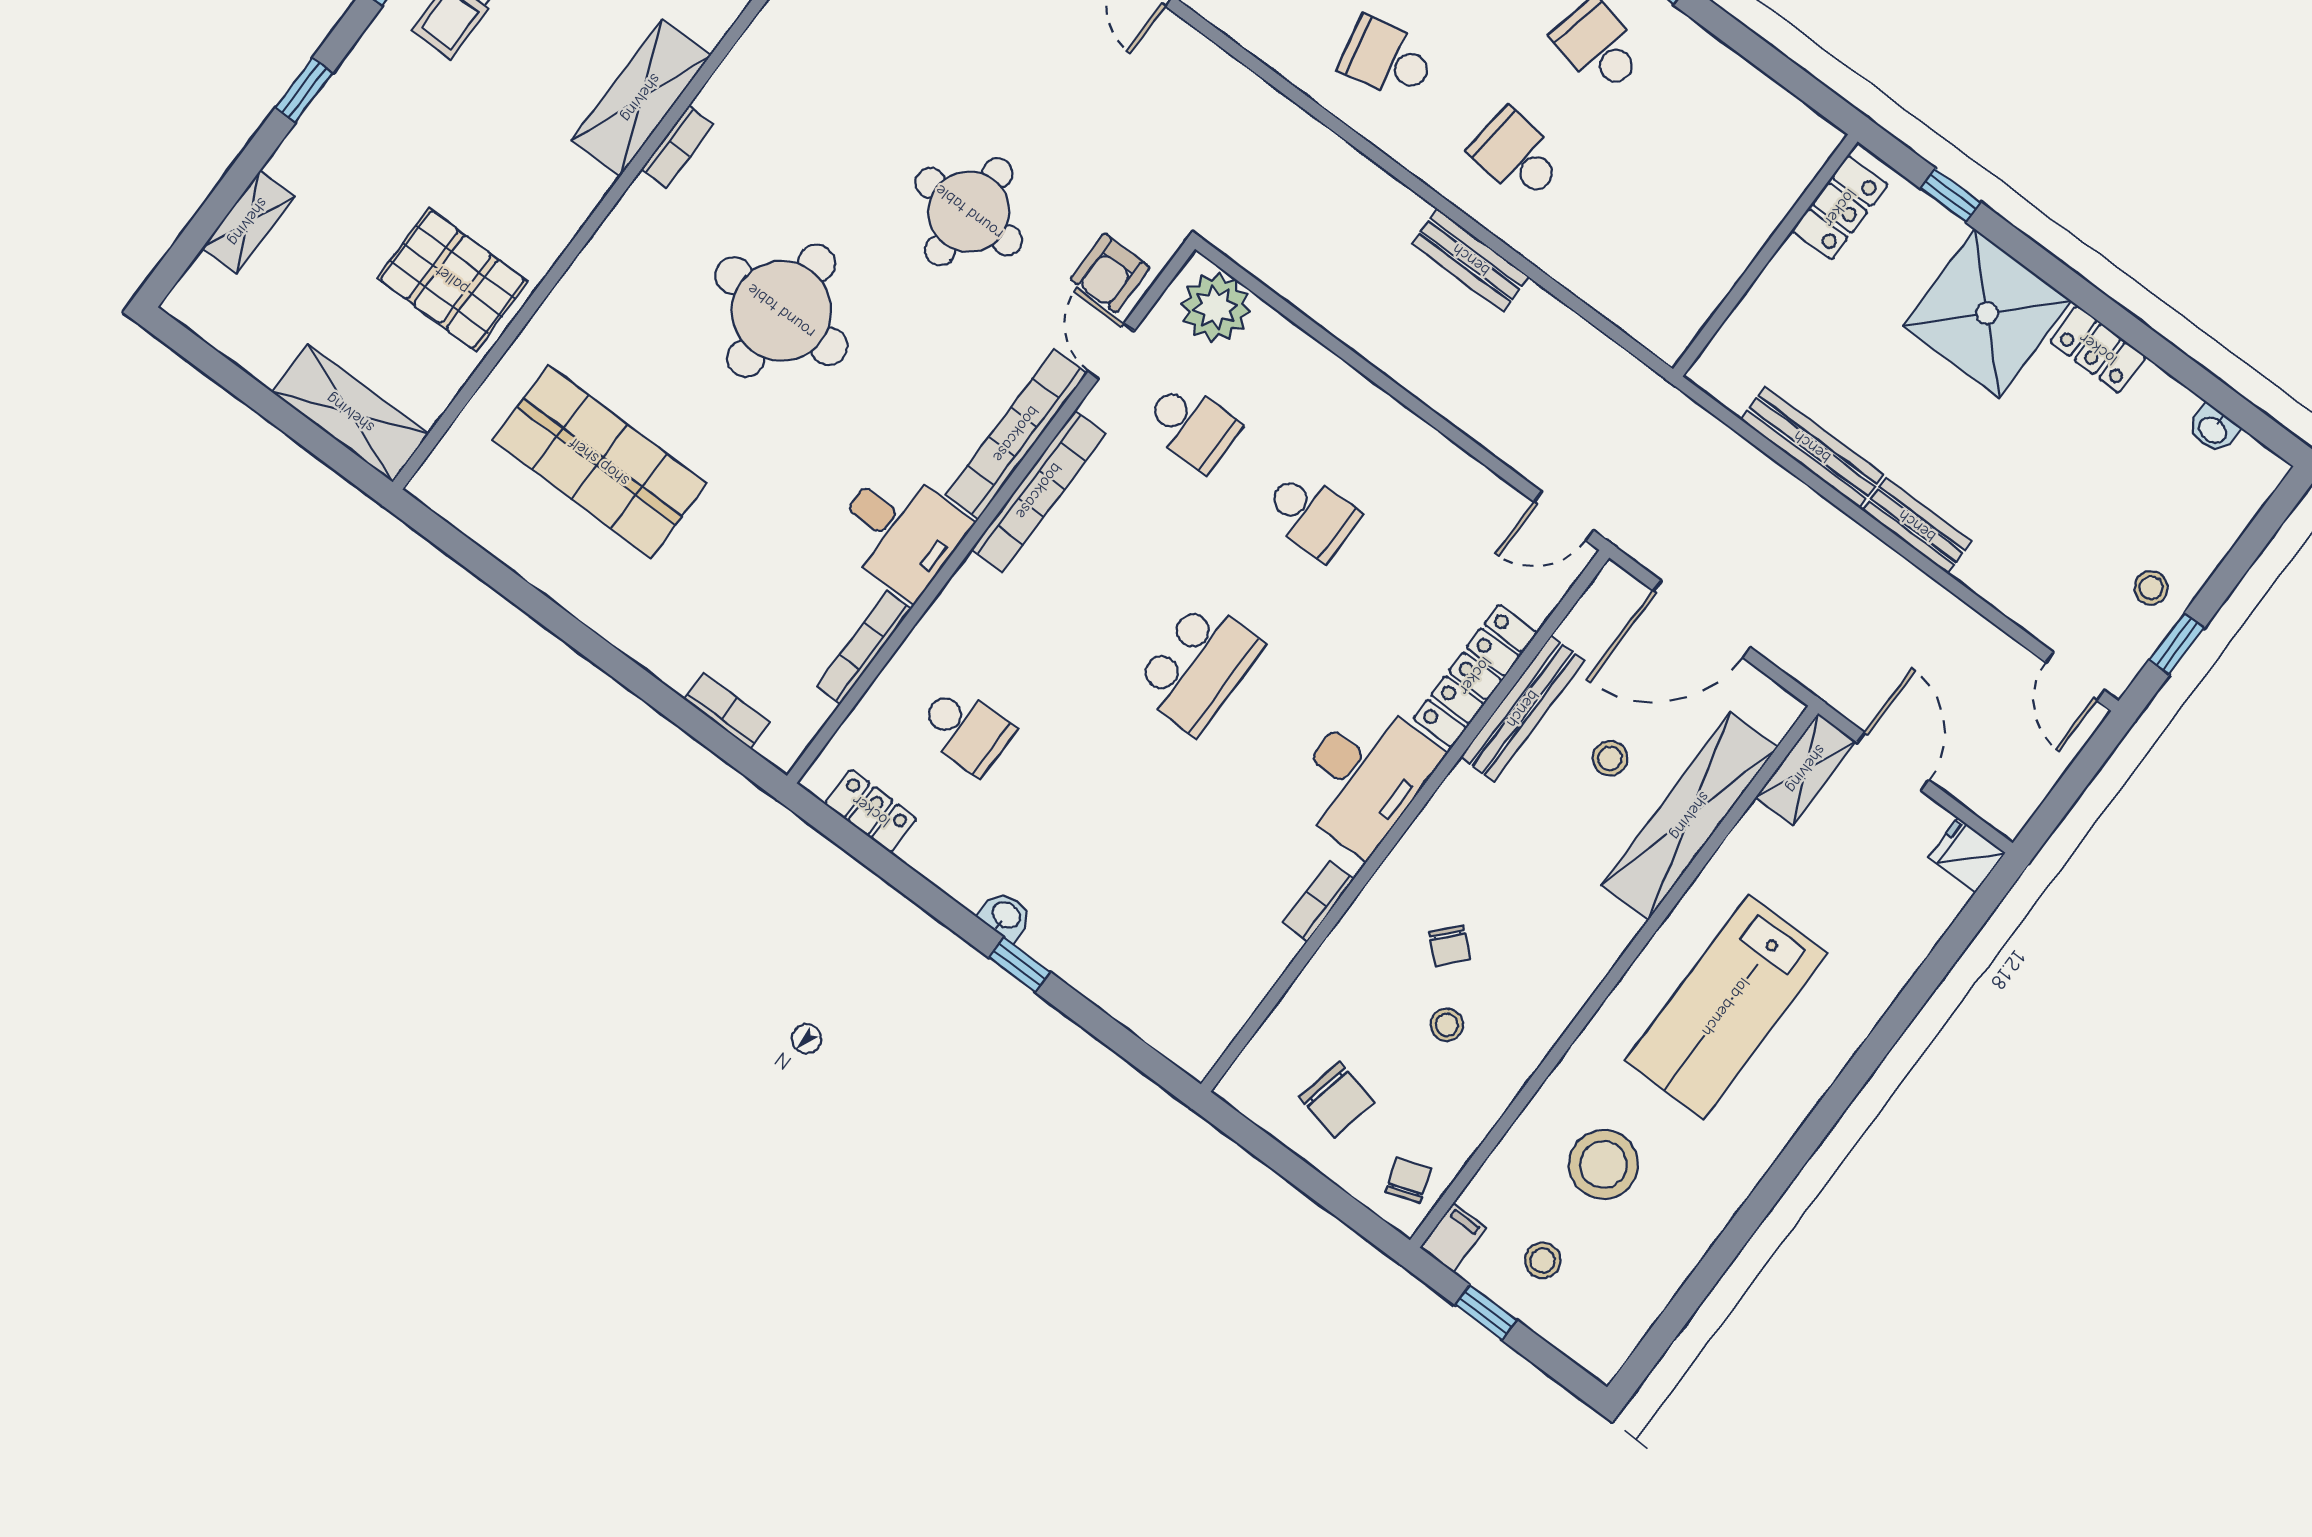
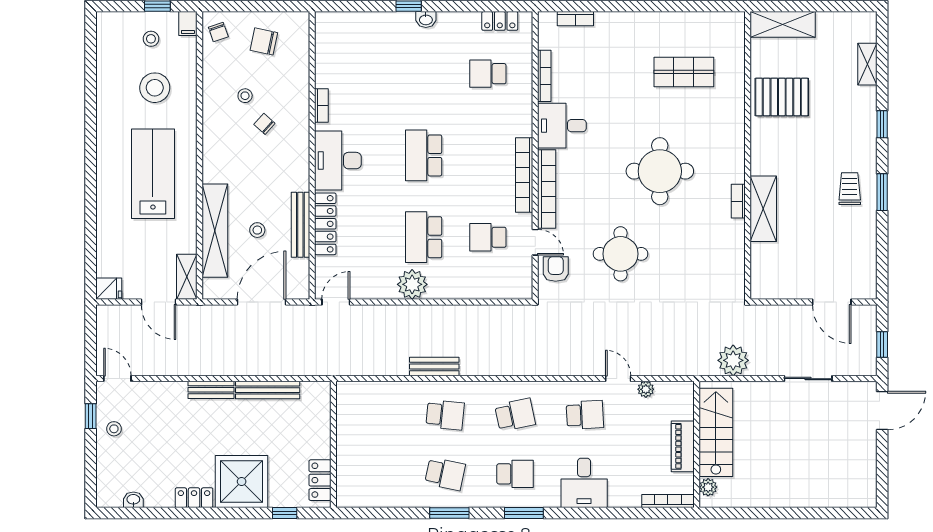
plant: (1215, 307) -> (412, 284), moved
shop shelf: (599, 462) -> (684, 72), width x0.70, depth x0.74
school desk: (1311, 515) -> (424, 237), width x1.85

